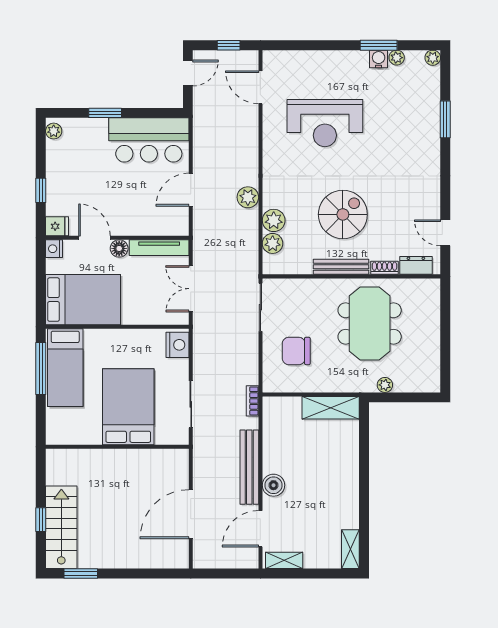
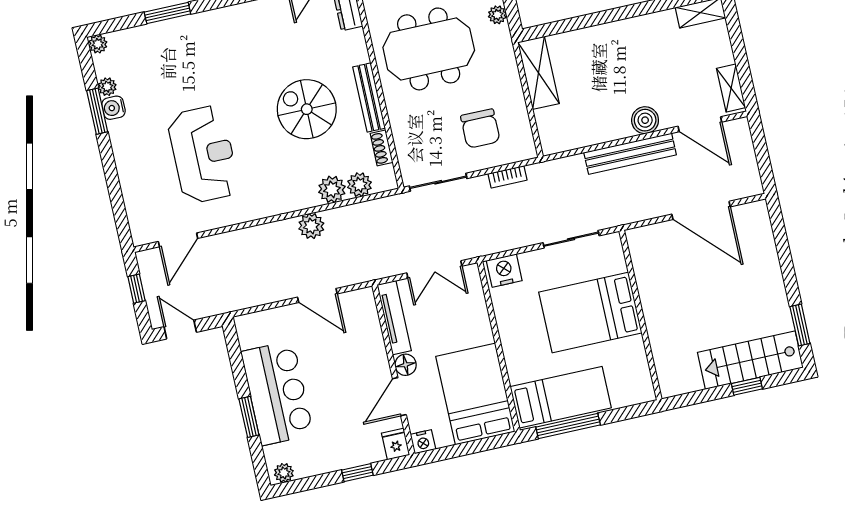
bar counter: (149, 140) -> (277, 393), moved
shoe rack: (384, 268) -> (382, 148), moved
bookcase: (252, 401) -> (508, 177), moved

